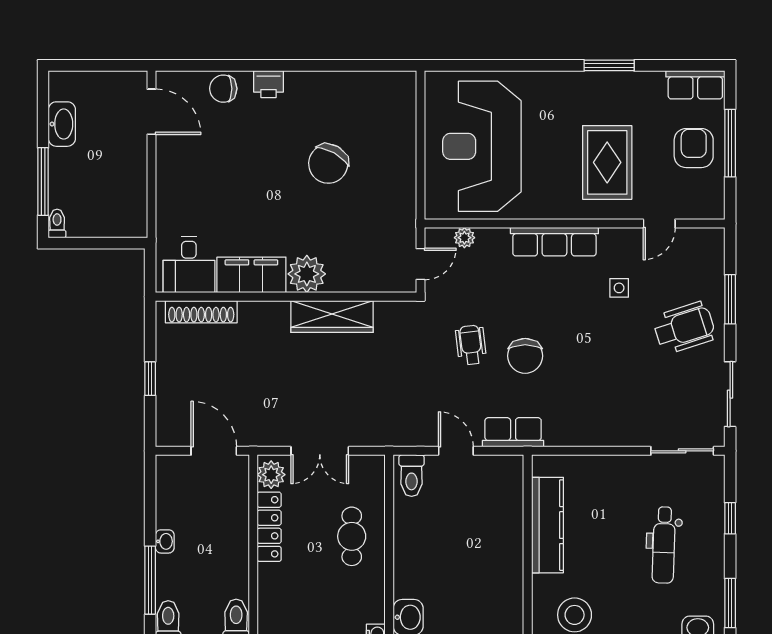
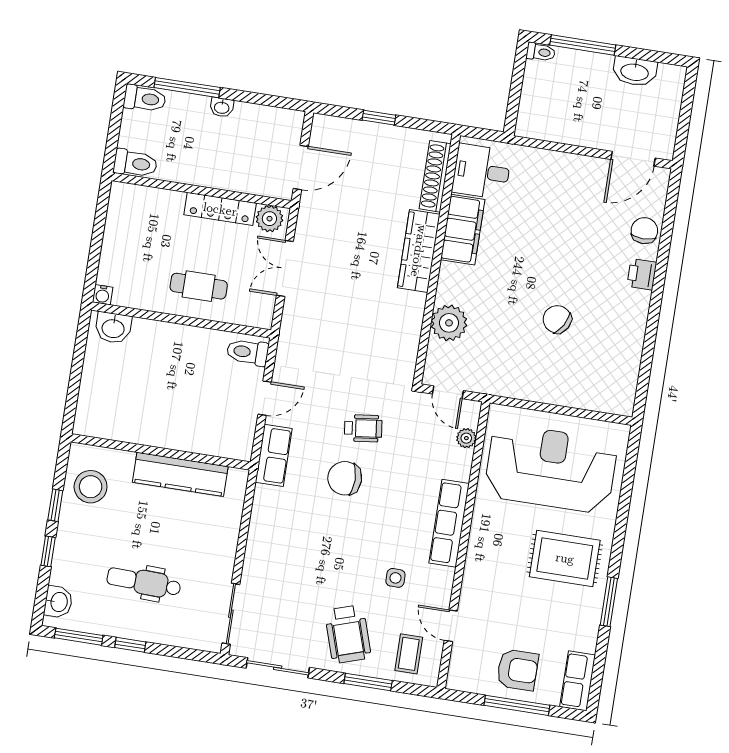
rug: (607, 162) -> (565, 558), moved
chair: (328, 164) -> (557, 319), width x0.73, depth x0.73
coffee table: (695, 262) -> (409, 654), added
plant: (307, 274) -> (449, 323), moved
wardrobe: (332, 317) -> (419, 251), moved
window: (730, 518) -> (130, 645), moved

